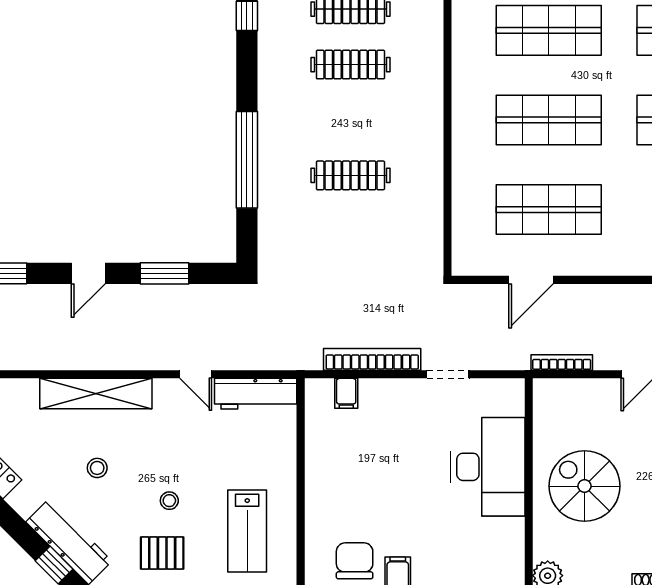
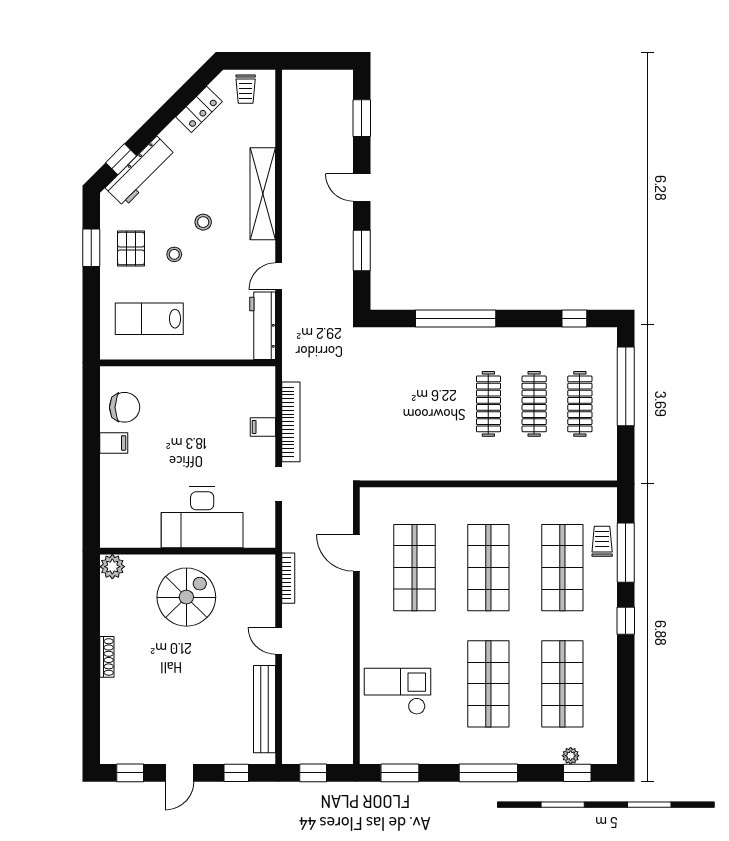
clothes rail: (350, 175) -> (488, 404), moved
filing cabinet: (346, 393) -> (263, 427), moved
stool: (97, 468) -> (203, 222), moved

